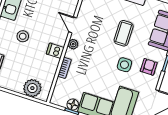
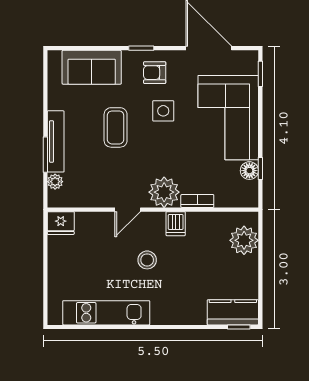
coffee table: (124, 33) -> (116, 127), turned 90
stool: (23, 36) -> (147, 260), moved
plant: (73, 44) -> (164, 192), width x1.88, depth x1.88

